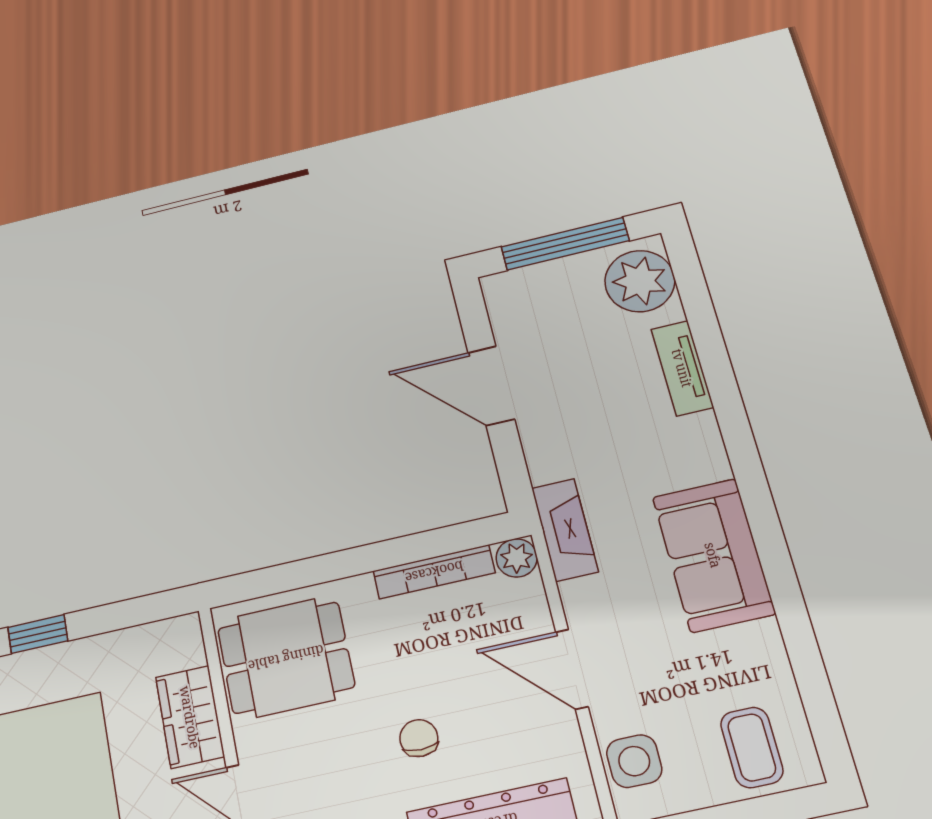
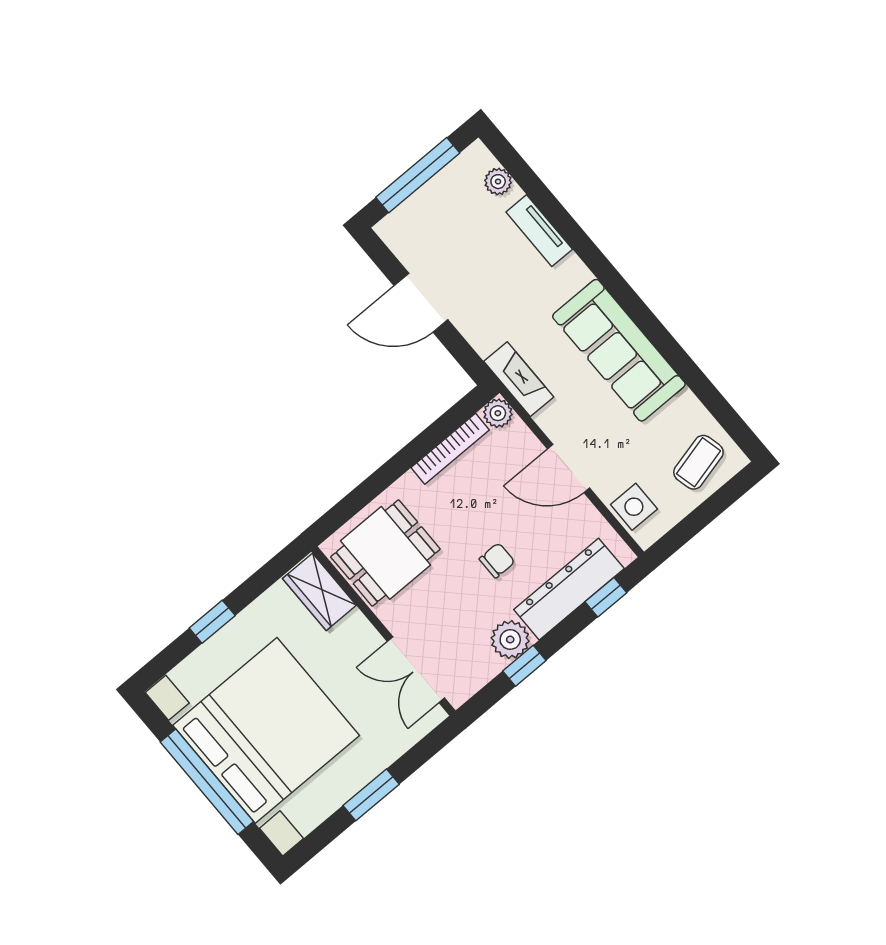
plant: (640, 281) -> (498, 182), width x0.53, depth x0.53
sofa: (713, 555) -> (619, 350), width x1.36
wardrobe: (190, 717) -> (319, 592), moved
chair: (419, 738) -> (497, 560), turned 90
coffee table: (752, 747) -> (698, 462), turned 76

